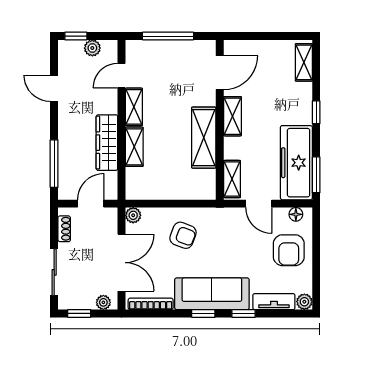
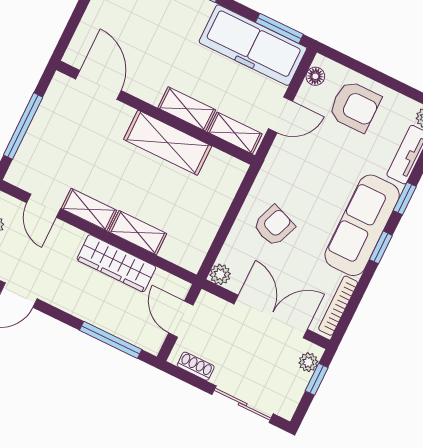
shelving: (232, 116) -> (187, 109), moved
window: (79, 313) -> (317, 379), moved

